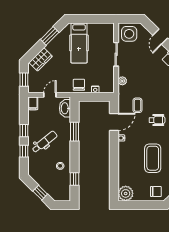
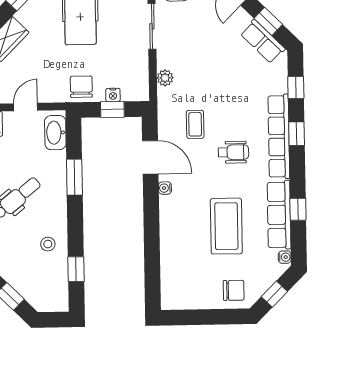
window: (95, 97) -> (112, 109), added
door: (114, 122) -> (150, 157), hinge flipped
plant: (126, 193) -> (175, 295), removed

